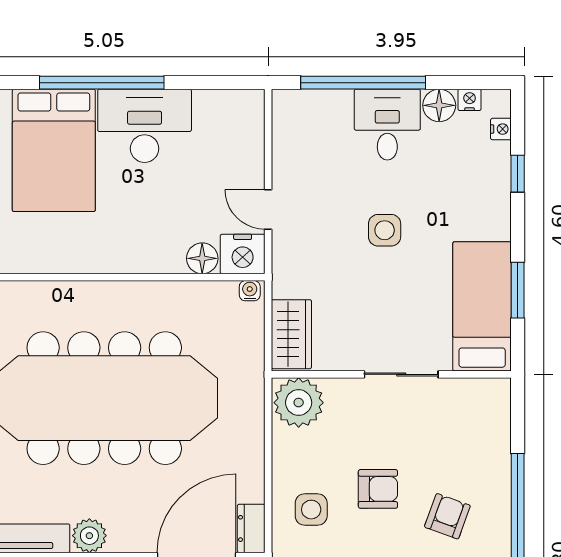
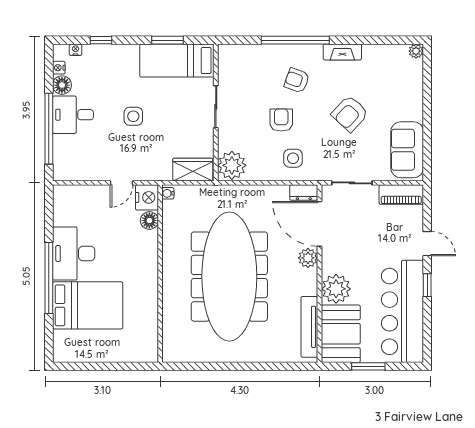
plant: (89, 536) -> (308, 258), moved

